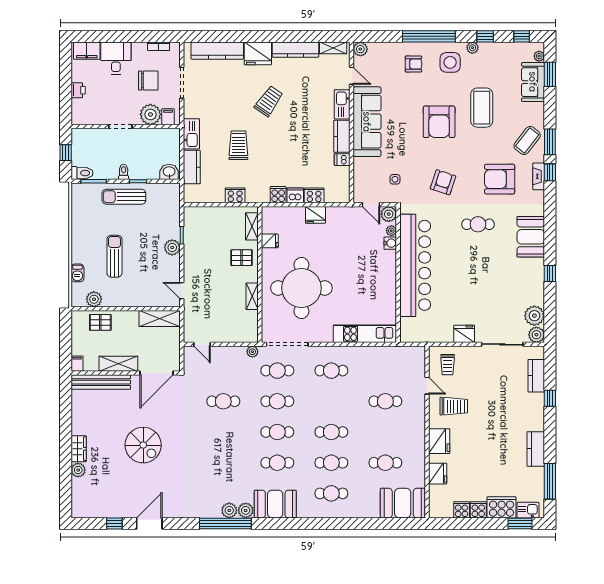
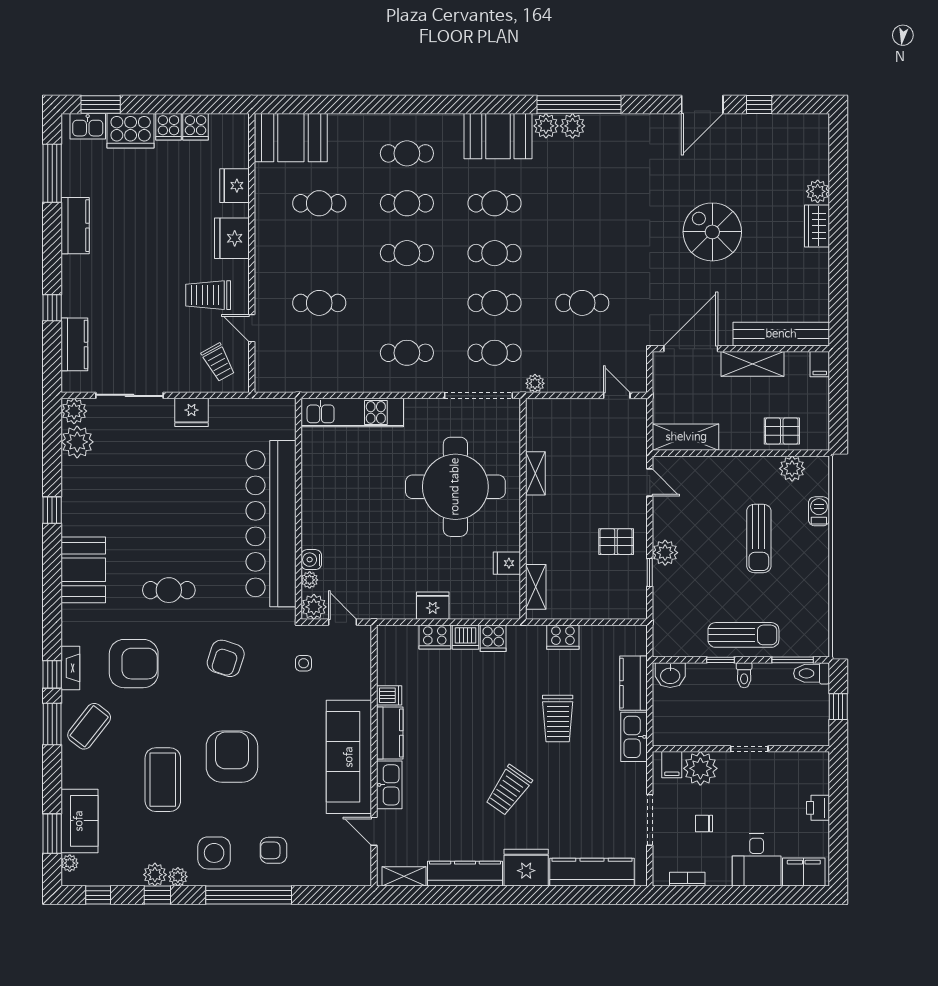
plant: (360, 49) -> (155, 875), moved
chair: (148, 81) -> (704, 823), width x0.54, depth x0.54
pallet: (242, 258) -> (616, 542), moved
trolley: (448, 365) -> (218, 362), turned 151

